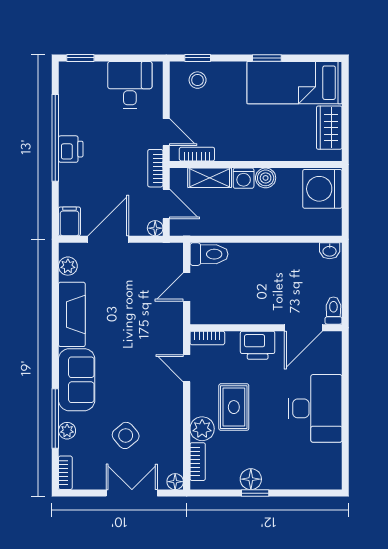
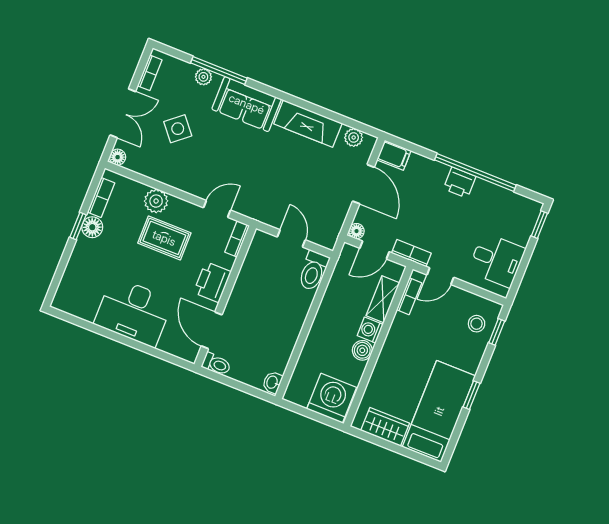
bookcase: (198, 462) -> (101, 197), moved, turned -90
bookcase: (65, 473) -> (150, 73), moved, turned -90

